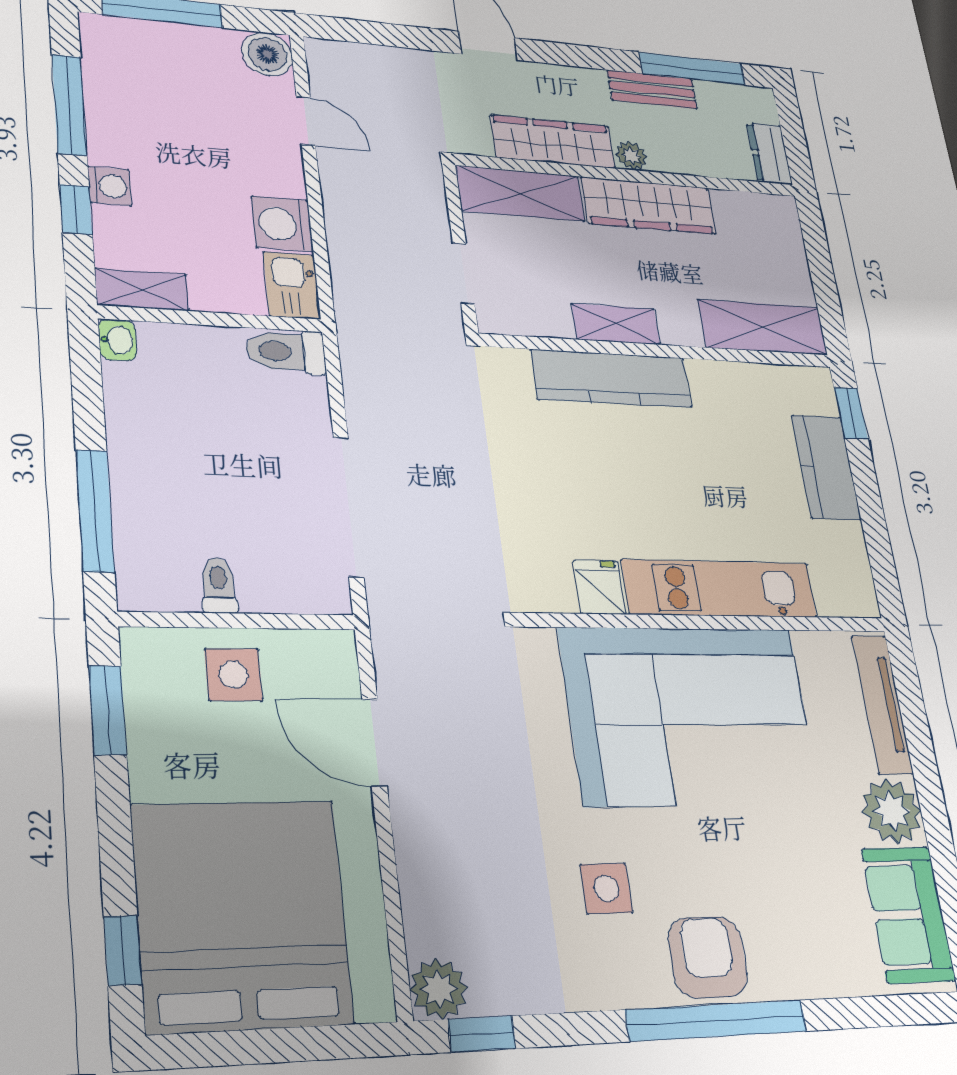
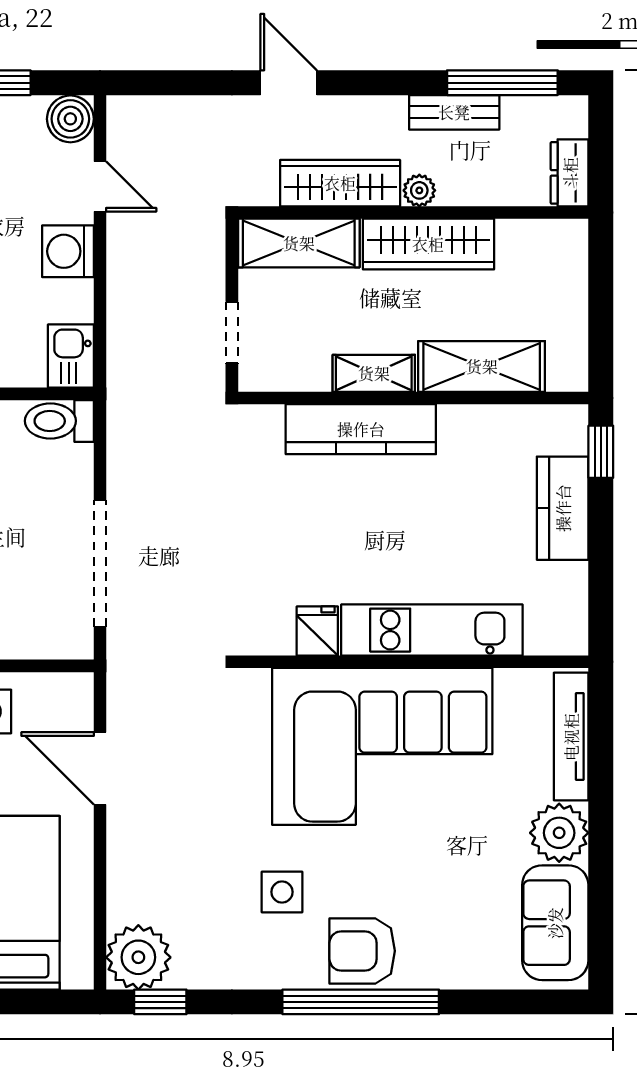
washing machine: (282, 224) -> (68, 251), moved
shelving: (763, 327) -> (482, 366), moved
armchair: (708, 957) -> (362, 951), turned -90
plant: (439, 989) -> (138, 957), width x1.36, depth x1.36

